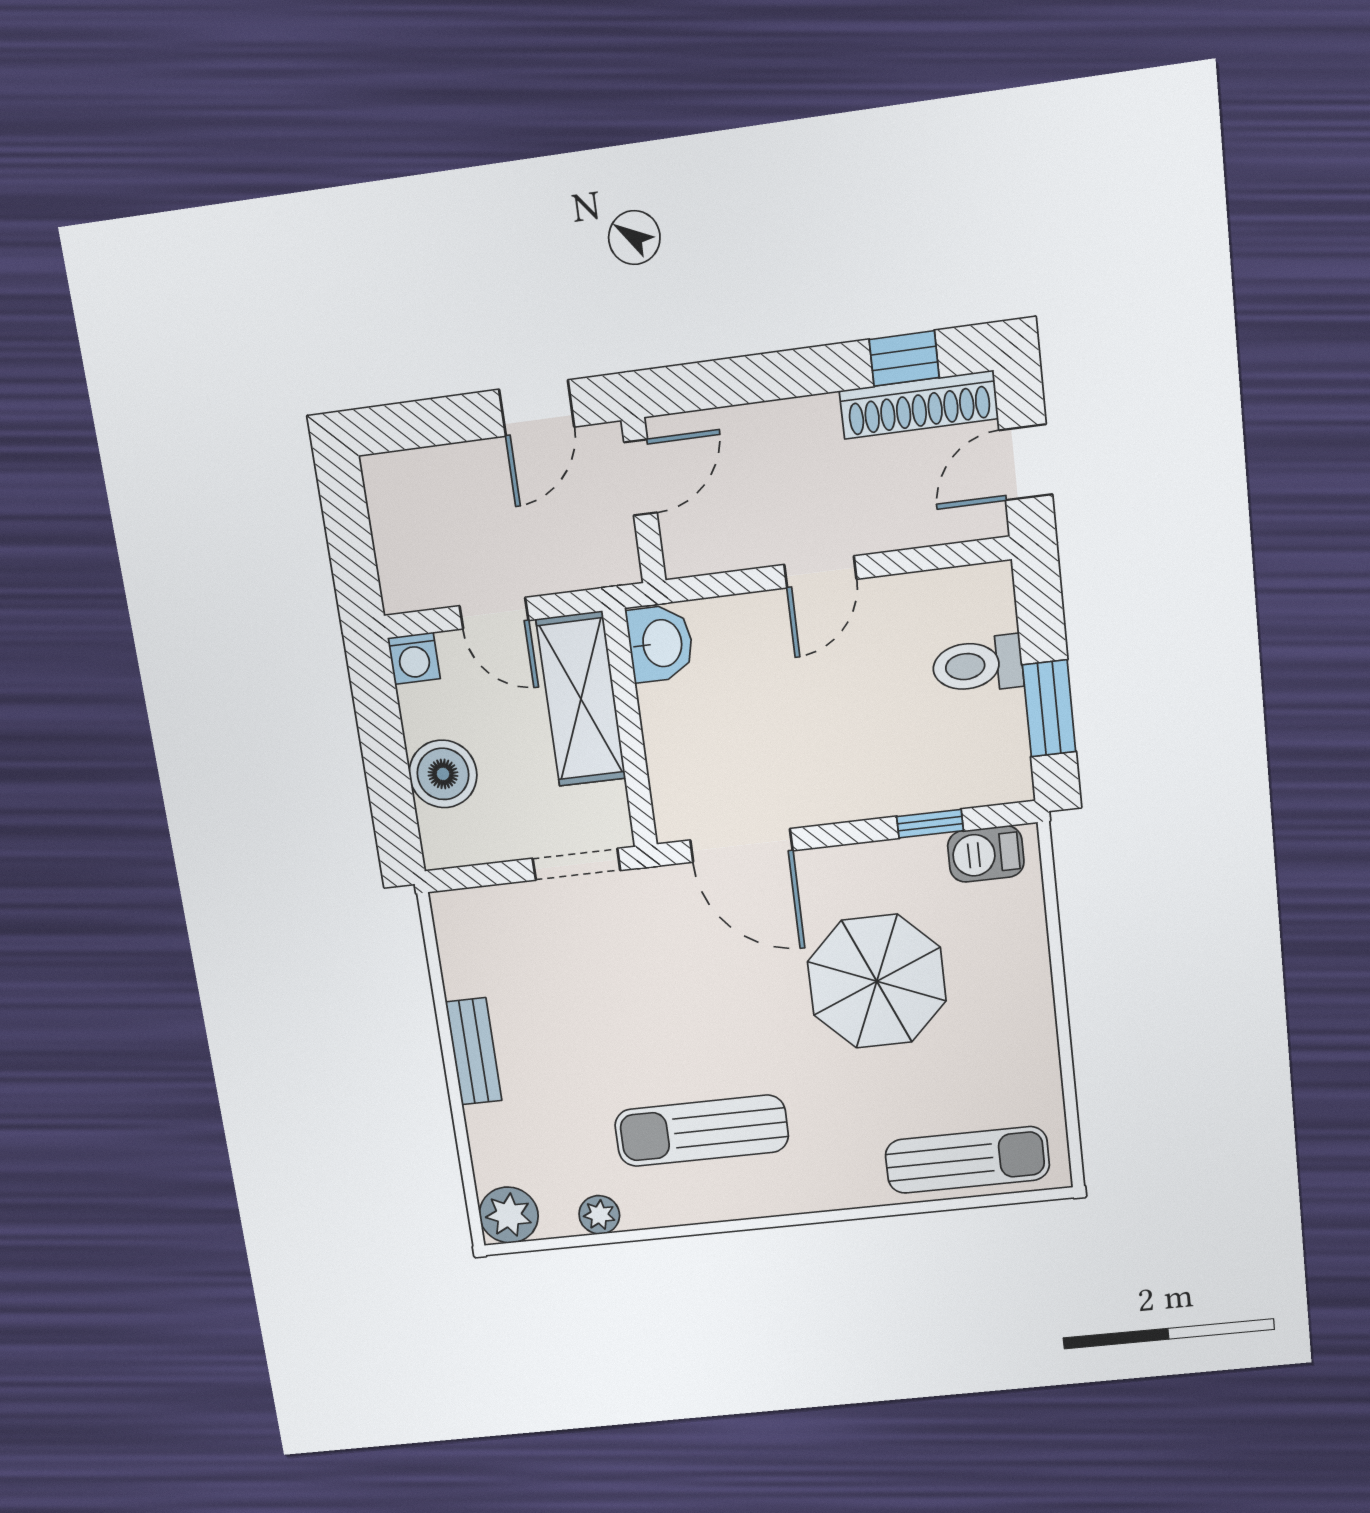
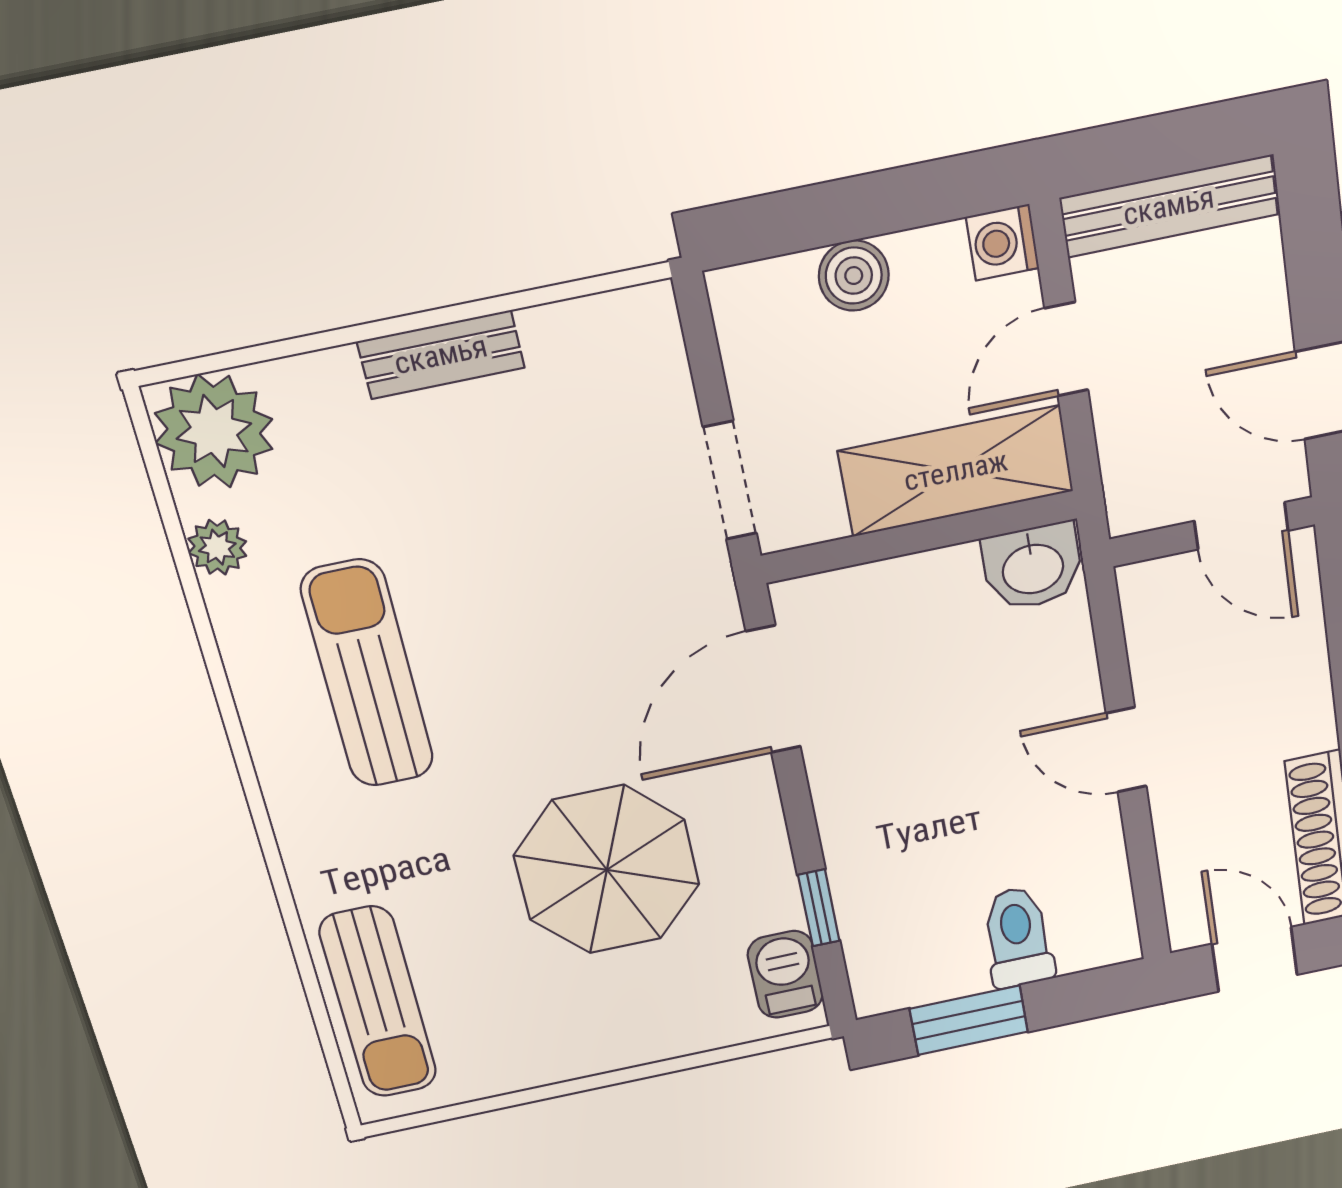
bench: (393, 534) -> (1169, 206), added
boiler: (443, 774) -> (854, 276), width x0.73, depth x0.73
plant: (509, 1215) -> (214, 431), width x1.36, depth x1.36

